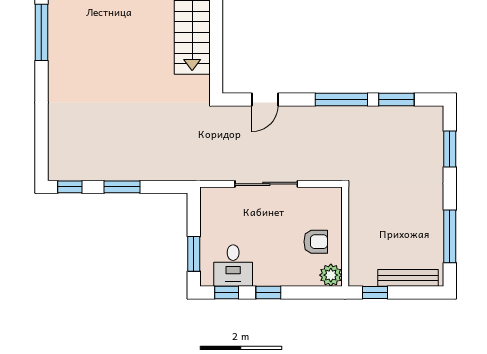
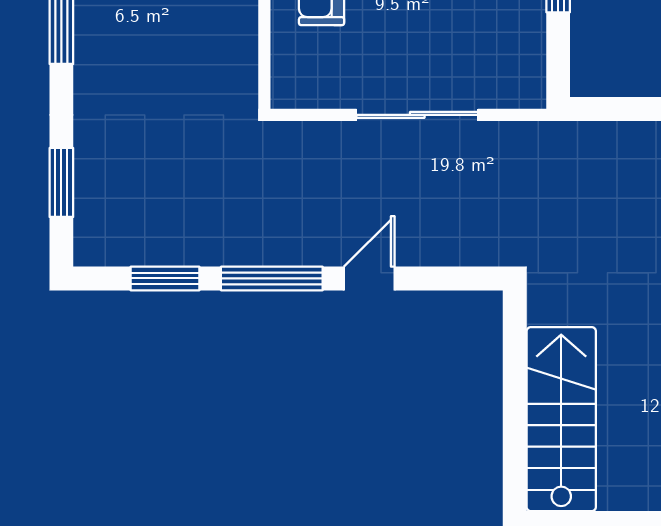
door: (265, 100) -> (369, 278), moved

